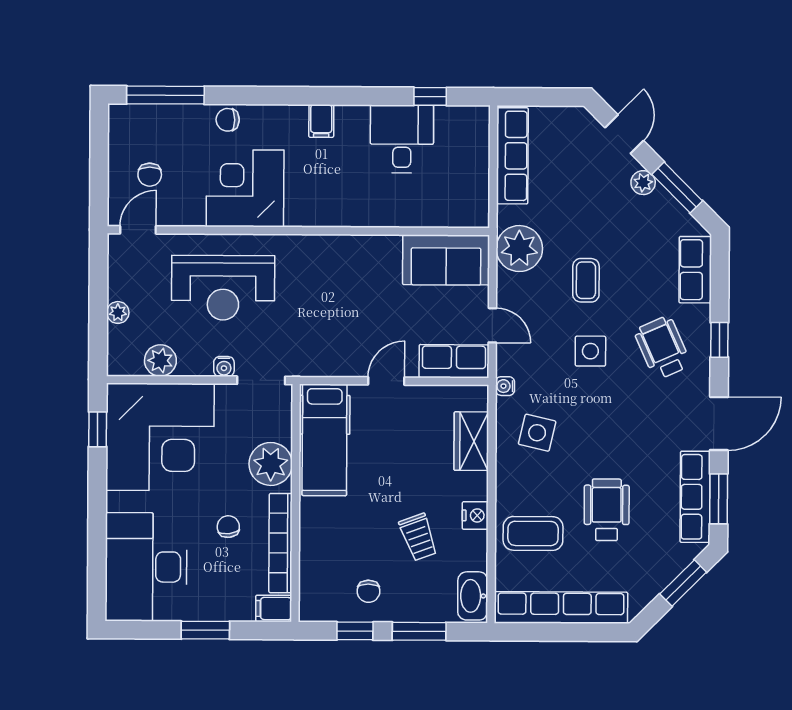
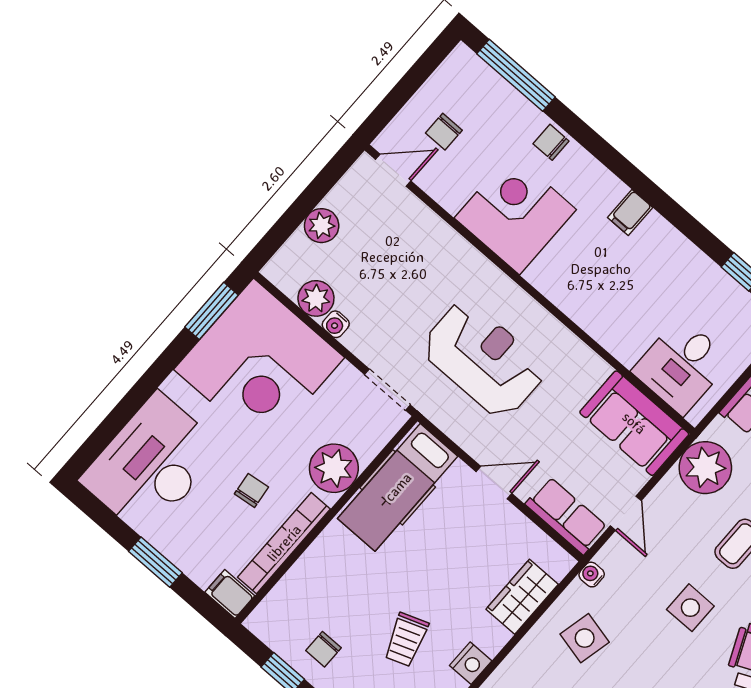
desk: (402, 139) -> (682, 366), moved, turned 180
reception desk: (223, 288) -> (483, 359), moved, turned 180
plant: (118, 312) -> (322, 226), width x1.38, depth x1.38
water cooler: (224, 367) -> (336, 324), moved
window: (98, 429) -> (211, 311), width x1.50

